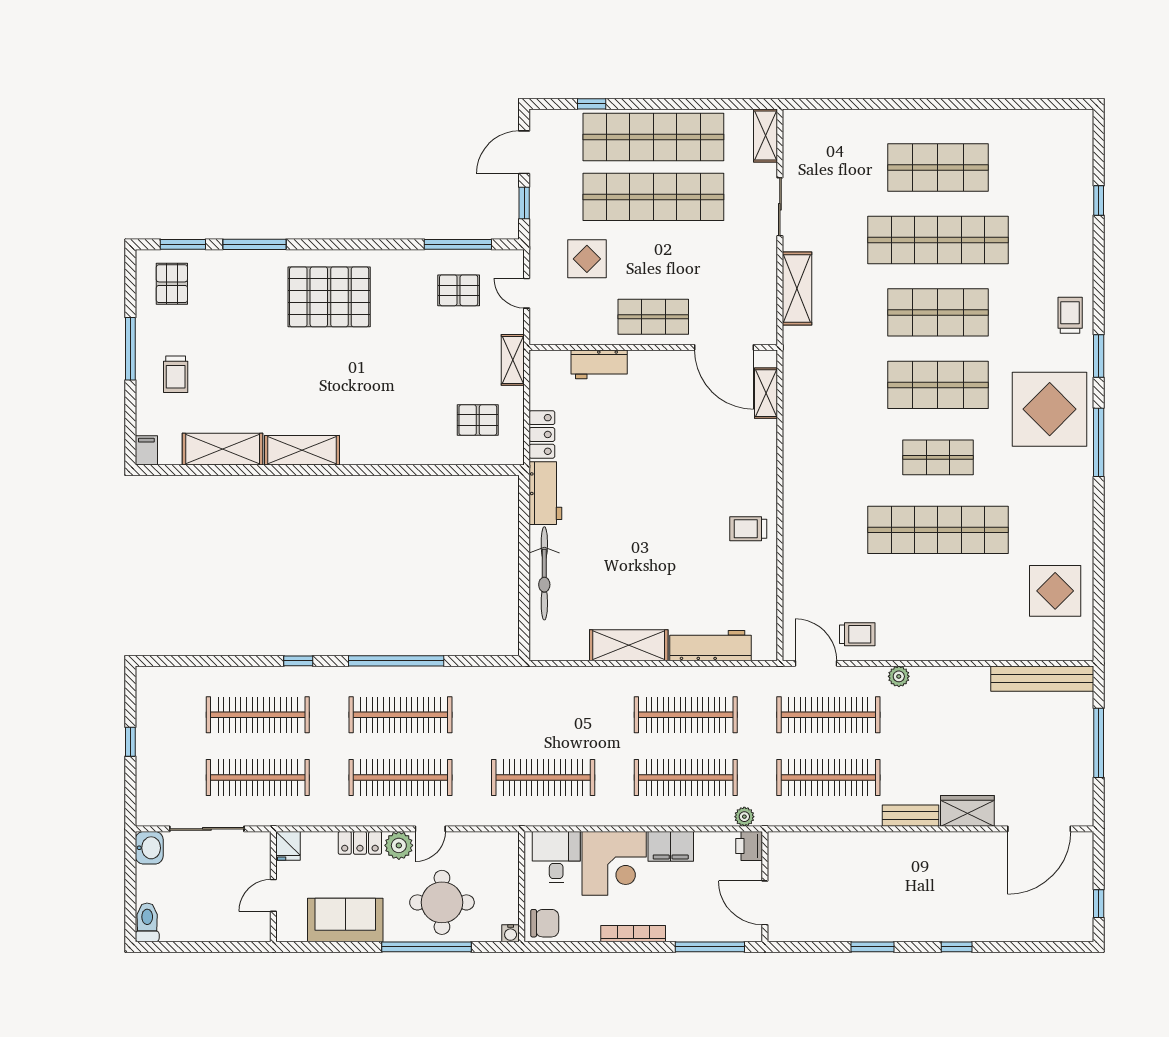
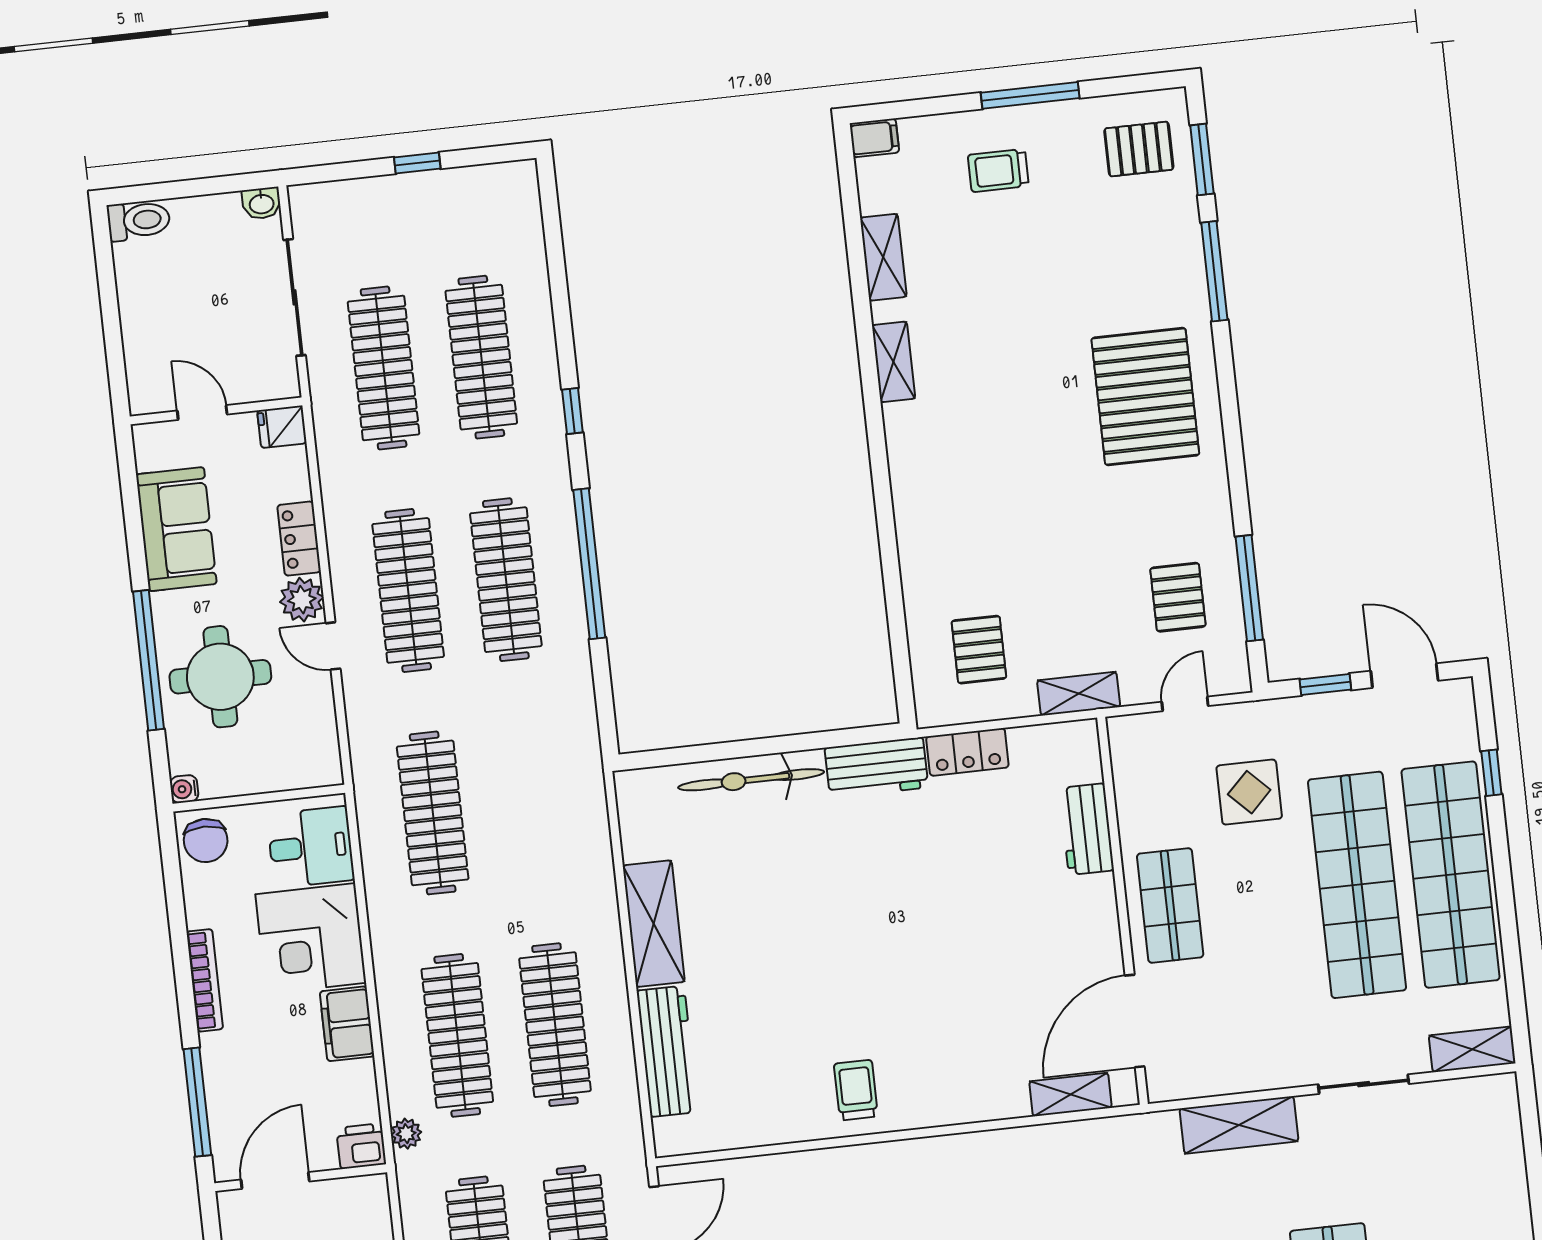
shelving: (223, 449) -> (883, 257), width x0.67, depth x0.75
shelving: (302, 450) -> (894, 362), width x0.67, depth x0.75
washbasin: (149, 848) -> (261, 203), width x0.72, depth x0.69

